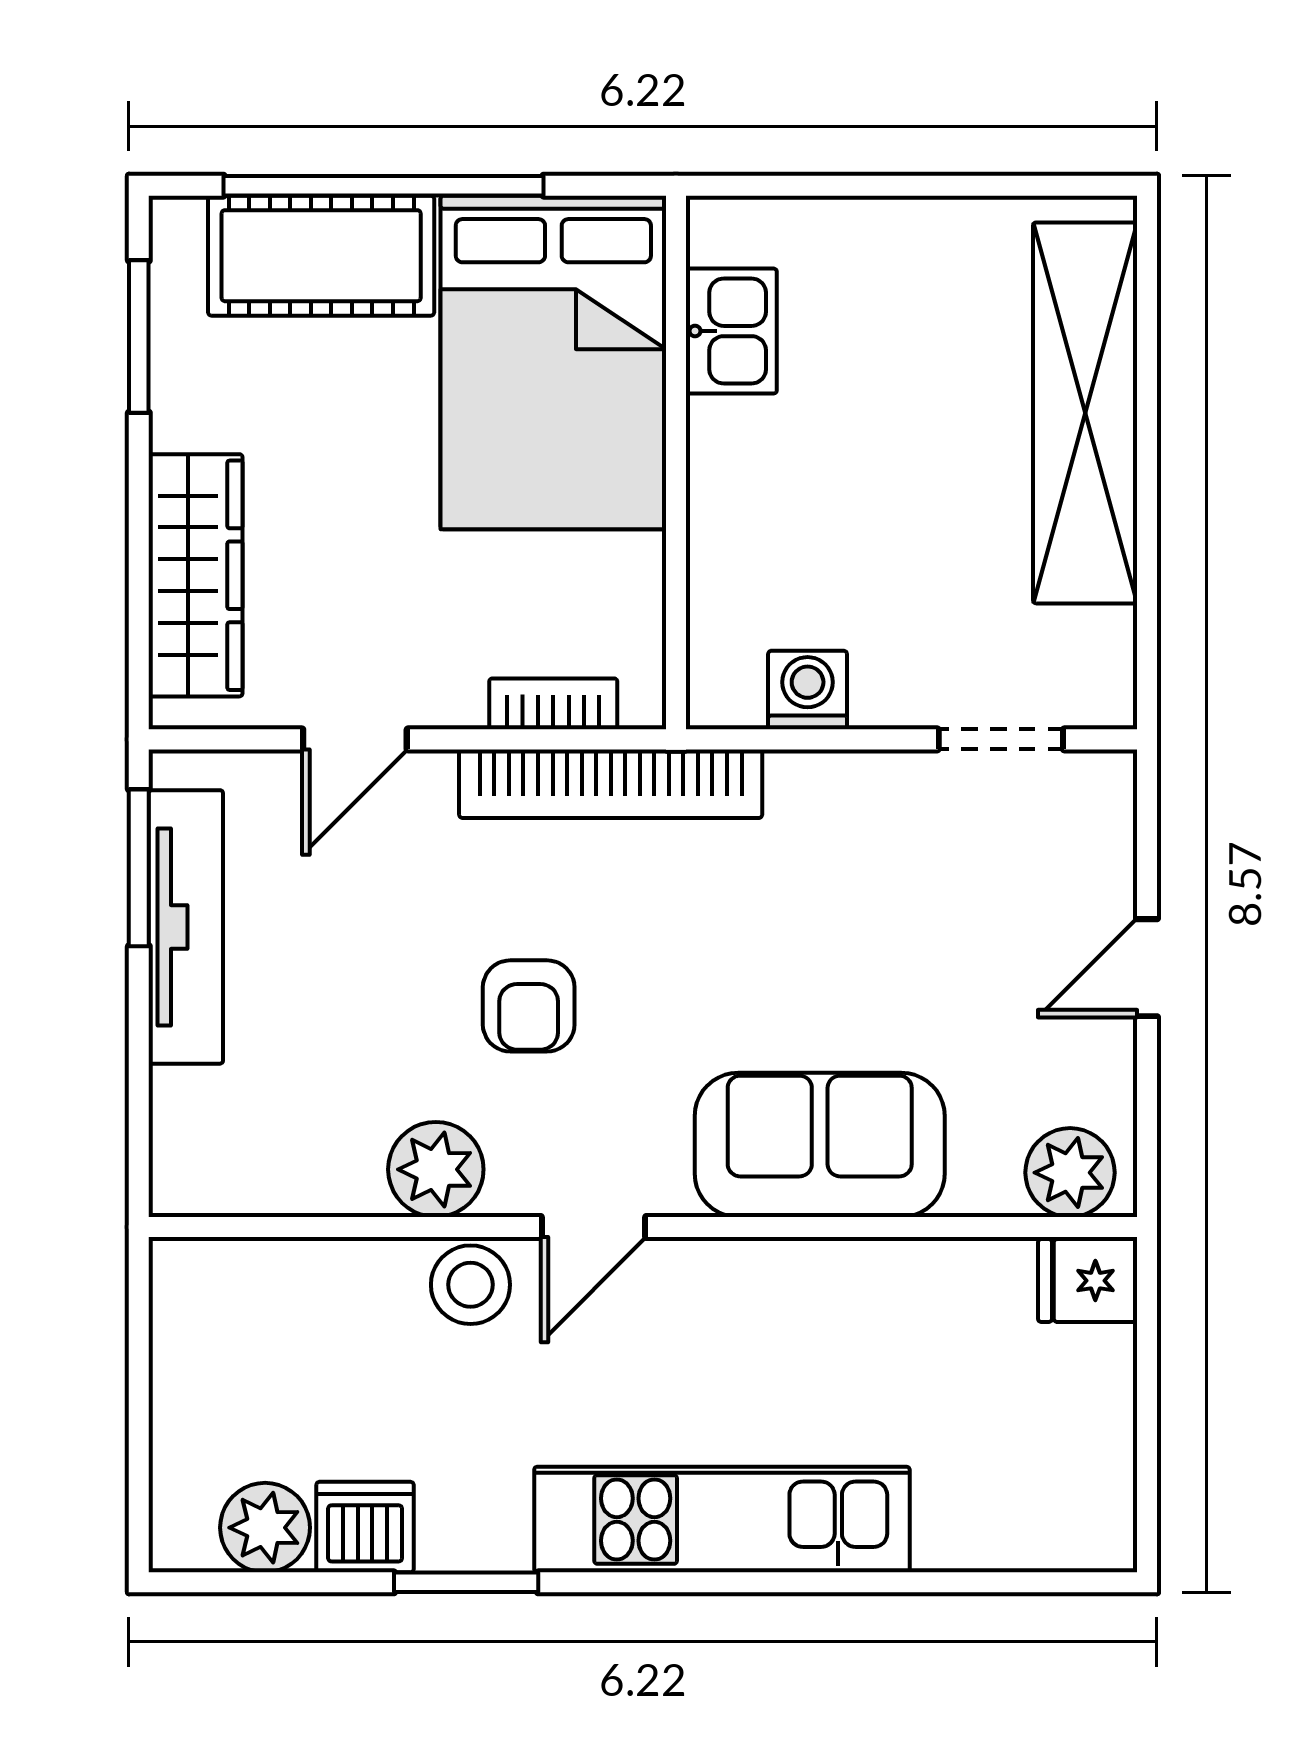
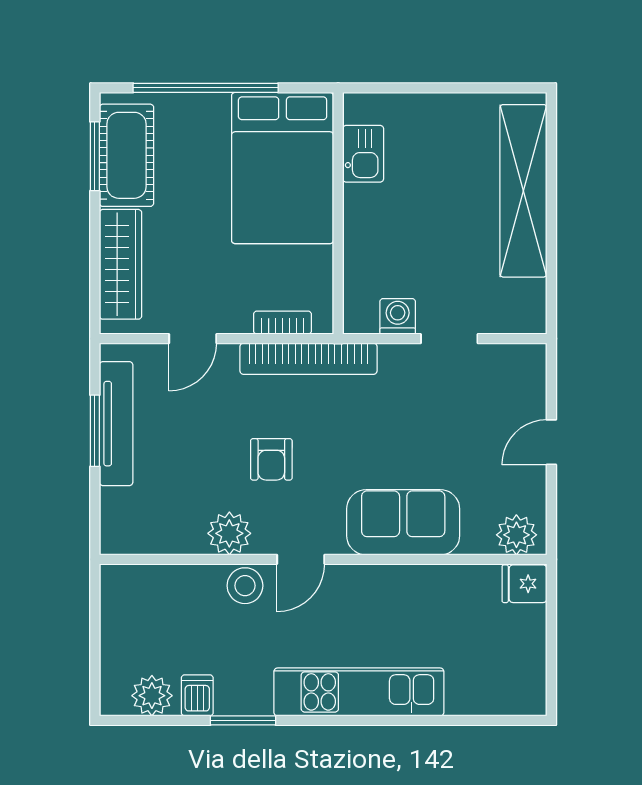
cot: (321, 256) -> (126, 155), moved, turned 90
doorway: (1001, 739) -> (449, 339), moved
window: (139, 868) -> (95, 431), moved
dishwasher: (365, 1527) -> (197, 695), width x0.73

